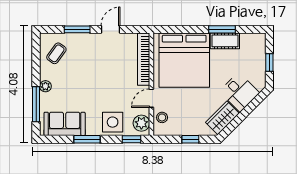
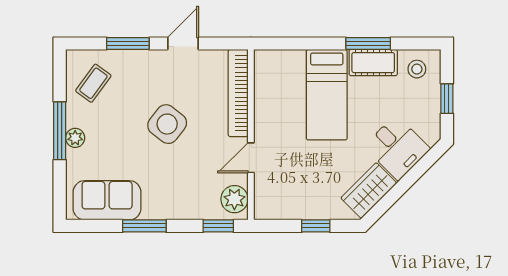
bed: (184, 60) -> (327, 95), width x0.49
window: (36, 104) -> (60, 131), moved
stool: (162, 117) -> (417, 69), moved
side table: (113, 122) -> (167, 124), moved, turned 38

